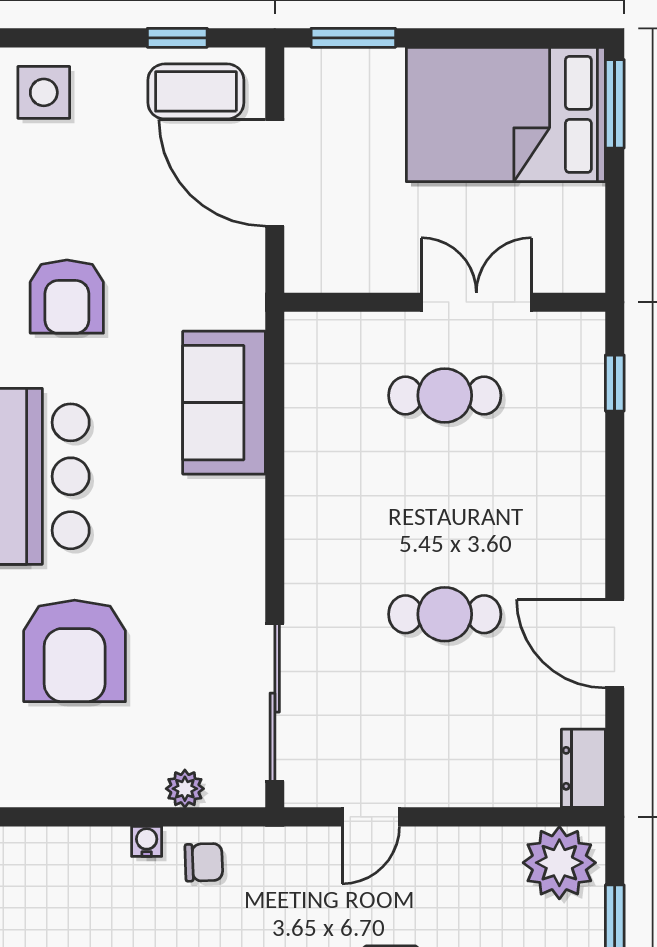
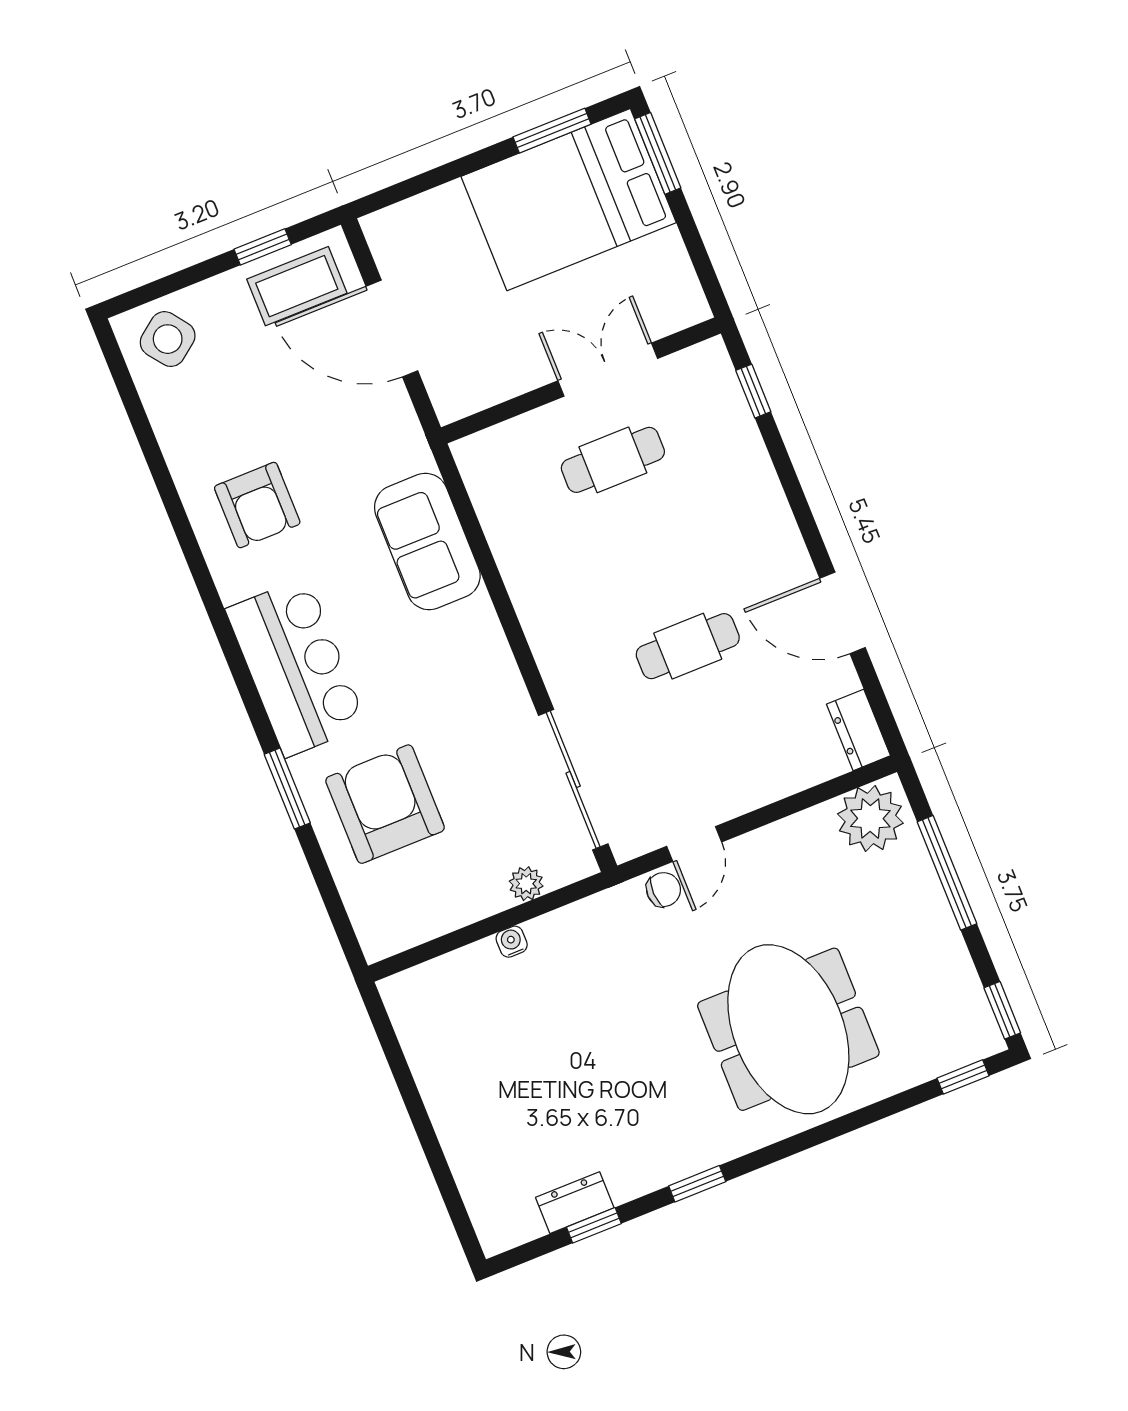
window: (353, 38) -> (552, 131), moved
side table: (44, 92) -> (168, 339), turned -37
armchair: (75, 651) -> (385, 804), turned 180
chair: (204, 862) -> (664, 890), moved

